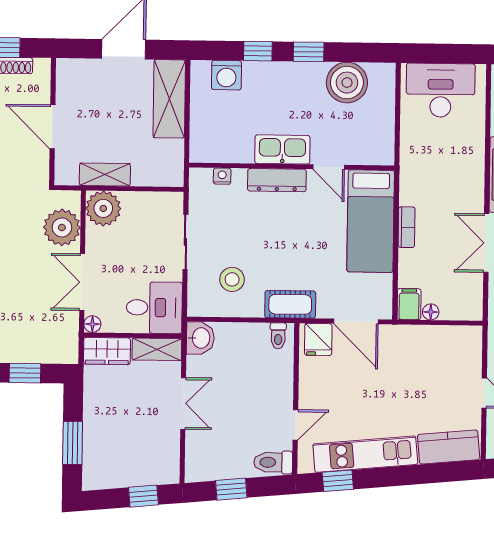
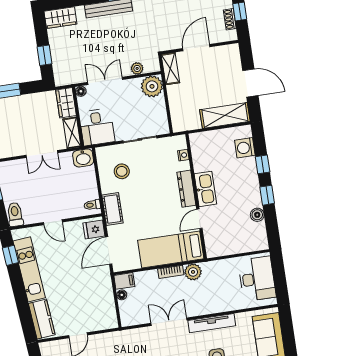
boiler: (347, 83) -> (257, 215), width x0.54, depth x0.54
shelving: (105, 175) -> (170, 69), moved
plant: (413, 191) -> (193, 272), added
plant: (62, 227) -> (137, 68), width x0.53, depth x0.53
door: (295, 425) -> (53, 222), moved

